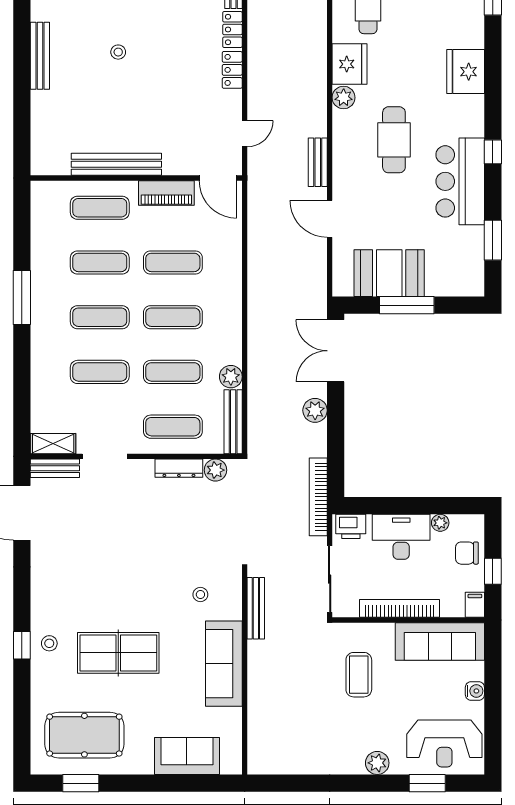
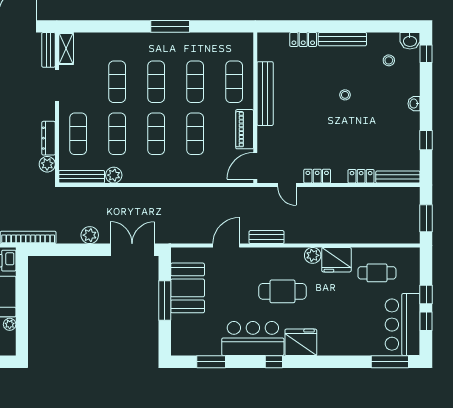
locker: (232, 70) -> (317, 176), moved
fridge: (466, 72) -> (301, 342), moved
locker: (40, 111) -> (303, 39), added

